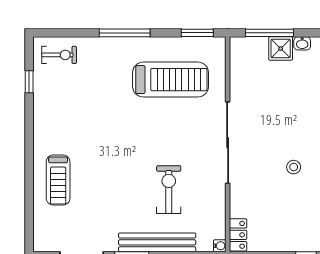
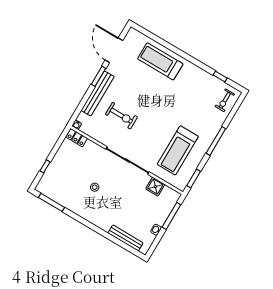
shower: (281, 48) -> (155, 187), moved
treadmill: (58, 180) -> (160, 61), width x1.37, depth x1.38

